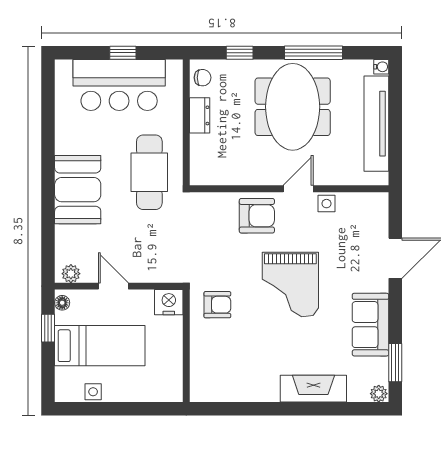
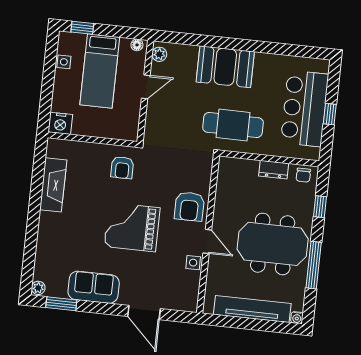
nightstand: (169, 302) -> (60, 123), moved, turned 90
window: (48, 328) -> (82, 28), moved
fireplace: (313, 389) -> (53, 185), moved

